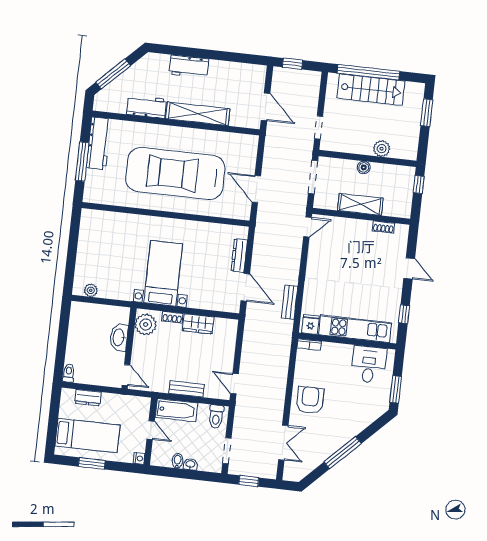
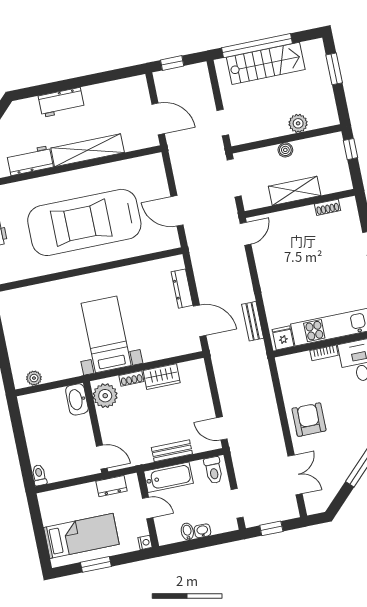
washbasin: (119, 337) -> (77, 399), moved
bookcase: (309, 345) -> (324, 353), moved
dresser: (88, 398) -> (112, 486), moved

